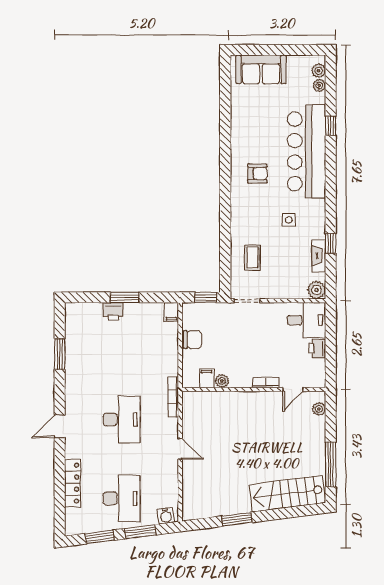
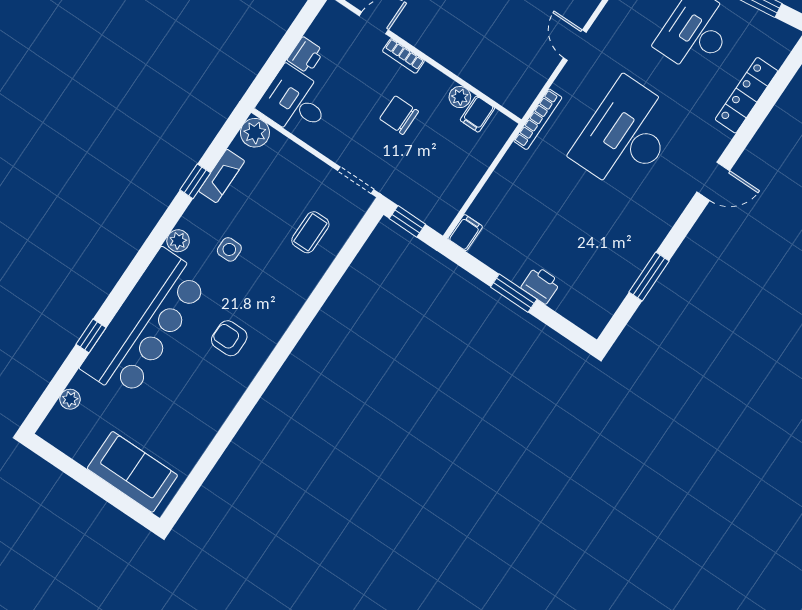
plant: (319, 71) -> (178, 241), moved
chair: (192, 340) -> (399, 115), moved
desk: (122, 420) -> (626, 135), width x1.36, depth x1.30

